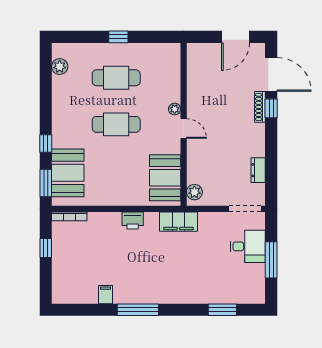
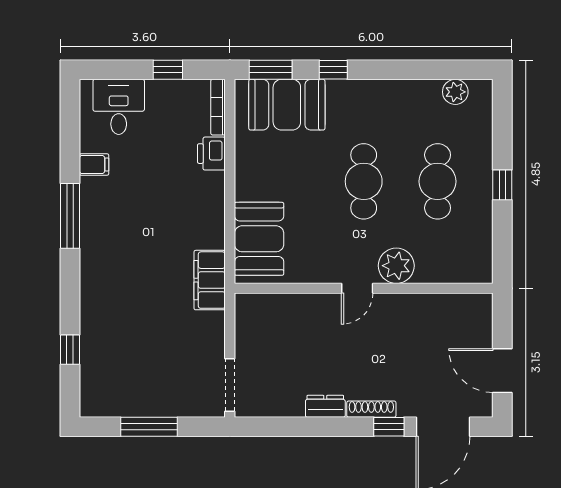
shoe rack: (260, 107) -> (371, 409), moved
plant: (175, 109) -> (396, 266), width x1.88, depth x1.88
dresser: (258, 170) -> (325, 406), moved
booth: (165, 178) -> (259, 239), moved, turned 90
plant: (194, 192) -> (256, 305), removed
printer: (133, 221) -> (211, 154), moved
desk: (248, 246) -> (119, 107), moved, turned 180
window: (222, 310) -> (70, 350), width x0.67

